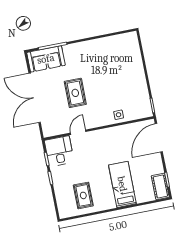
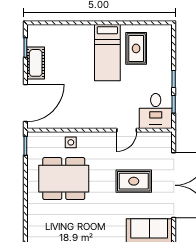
dining table: (118, 86) -> (64, 179), added
rug: (75, 93) -> (134, 181), moved, turned 90
bed: (122, 184) -> (107, 53), moved
cot: (160, 186) -> (36, 63), moved

